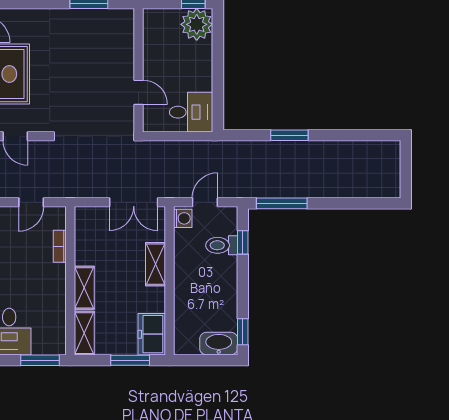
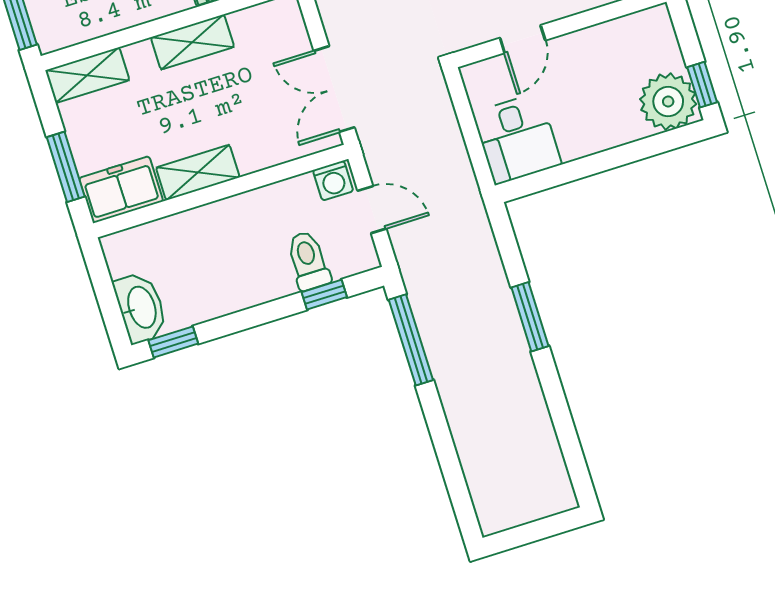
shelving: (155, 264) -> (198, 172), moved
shelving: (84, 288) -> (192, 42), moved

